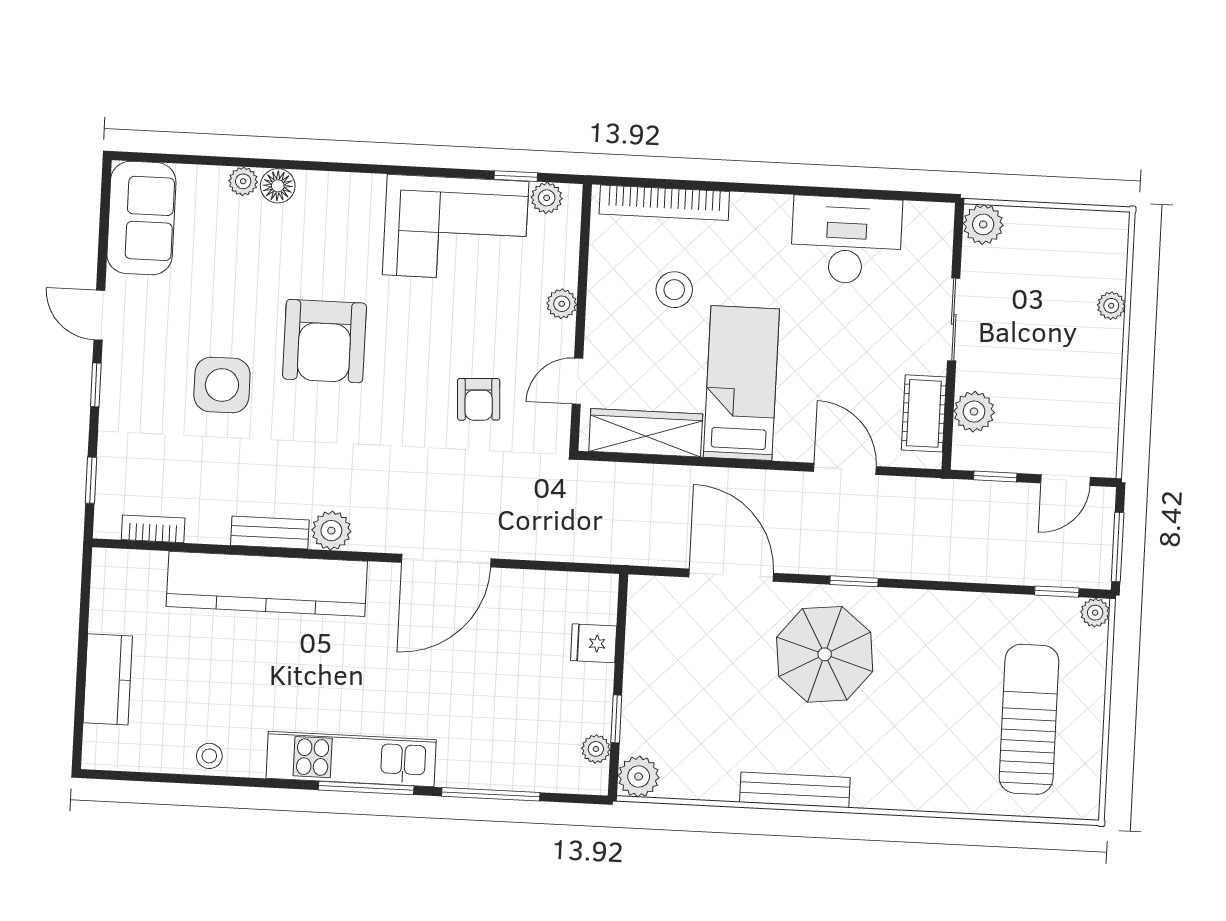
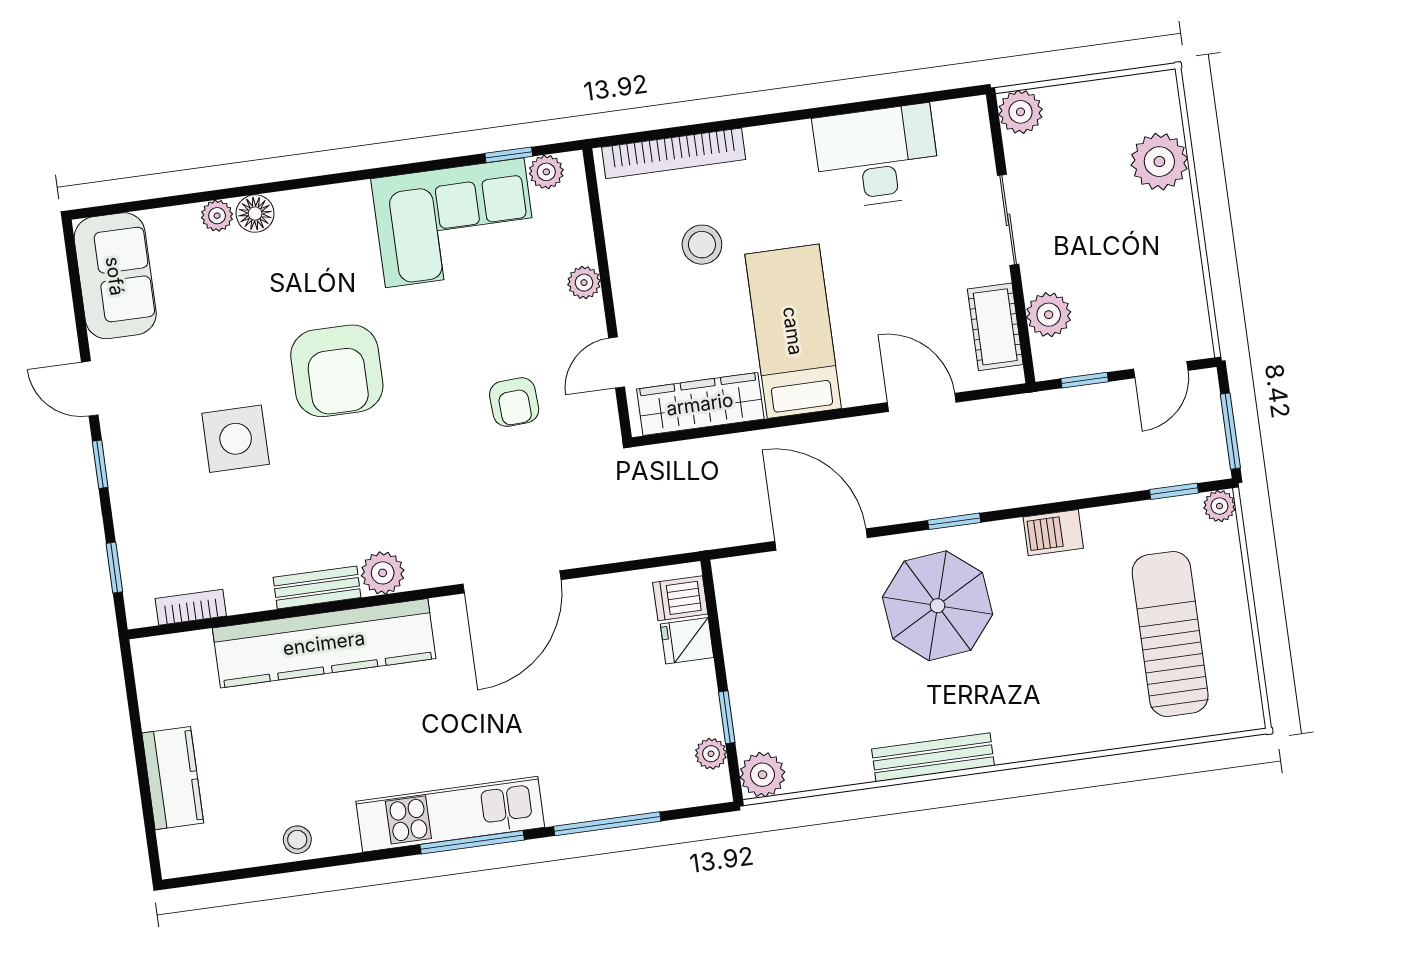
plant: (1111, 306) -> (1159, 162), width x1.88, depth x1.88
dishwasher: (595, 604) -> (680, 598), added
barbecue: (941, 608) -> (1053, 533), added

